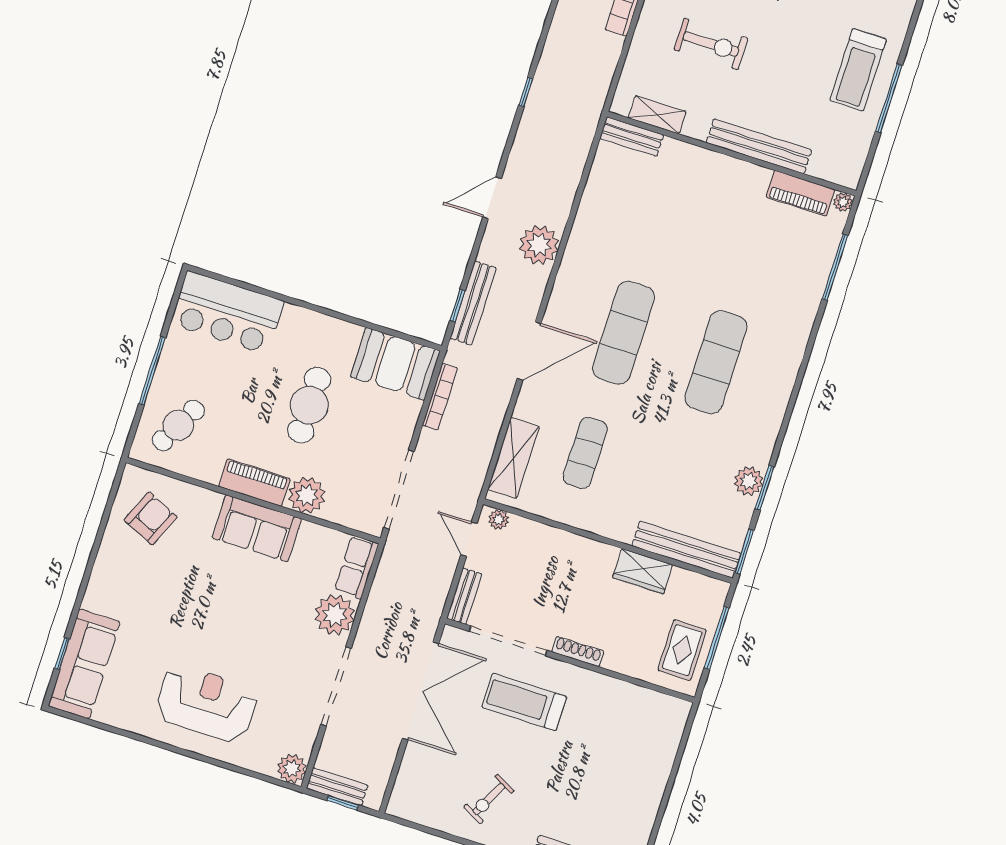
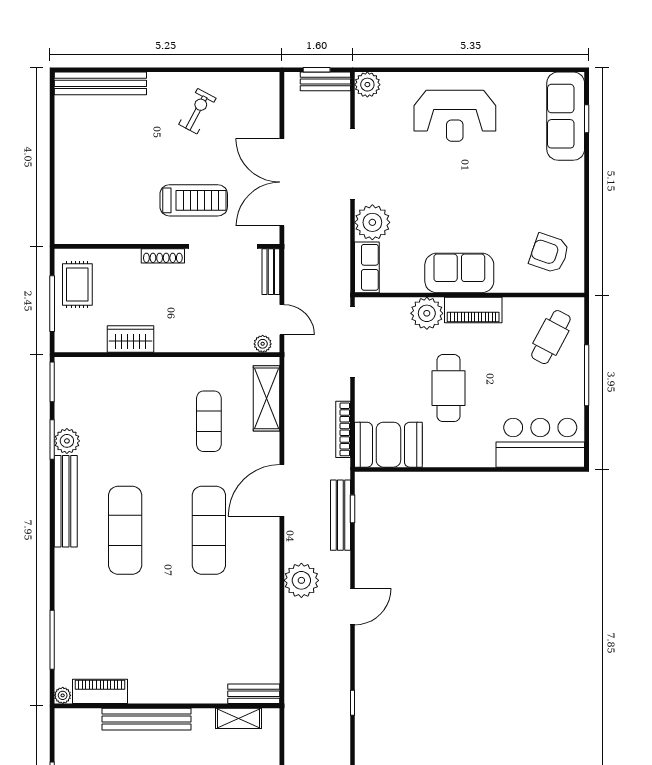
armchair: (151, 518) -> (549, 253), turned 85
bench: (686, 550) -> (66, 501), moved, turned 90

